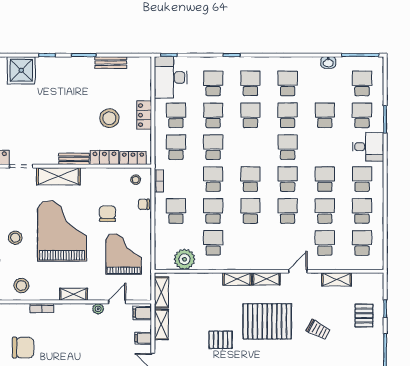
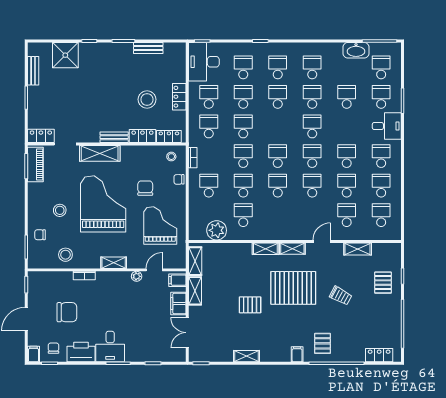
washbasin: (328, 62) -> (356, 50), width x1.91, depth x1.45
filing cabinet: (143, 338) -> (178, 304), width x2.00

